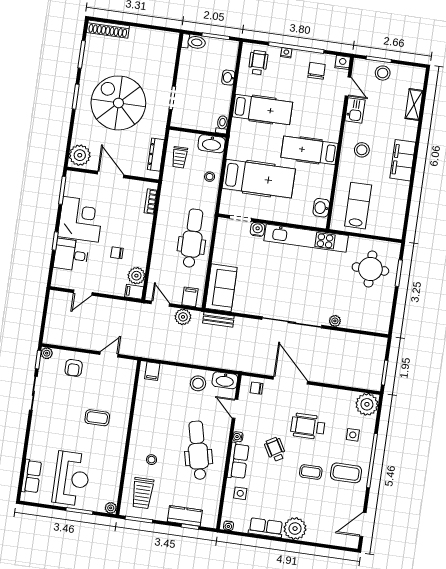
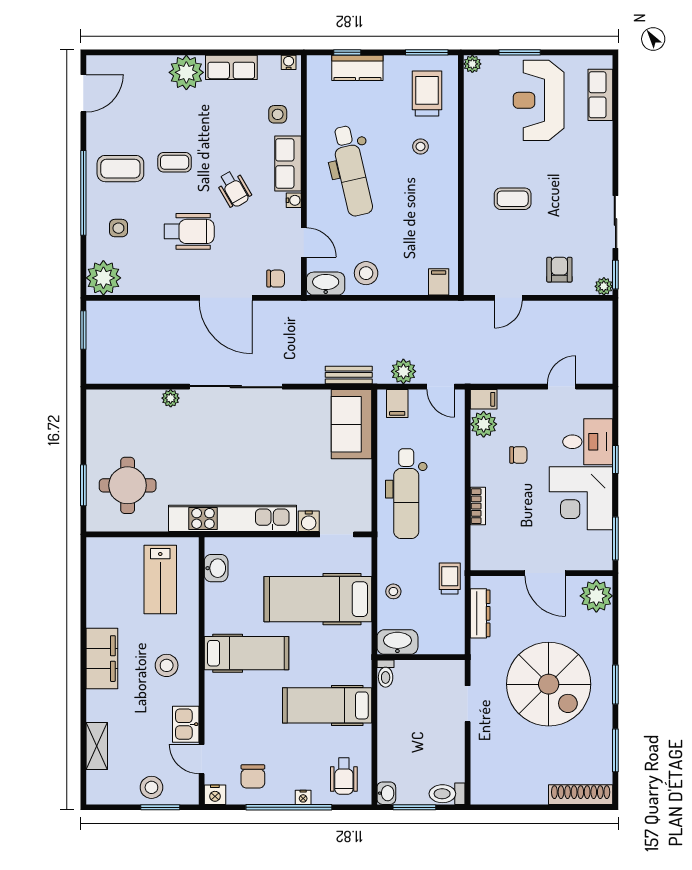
washbasin: (228, 78) -> (386, 793), moved
trolley: (180, 157) -> (450, 578), moved
bookcase: (151, 202) -> (478, 506), moved

